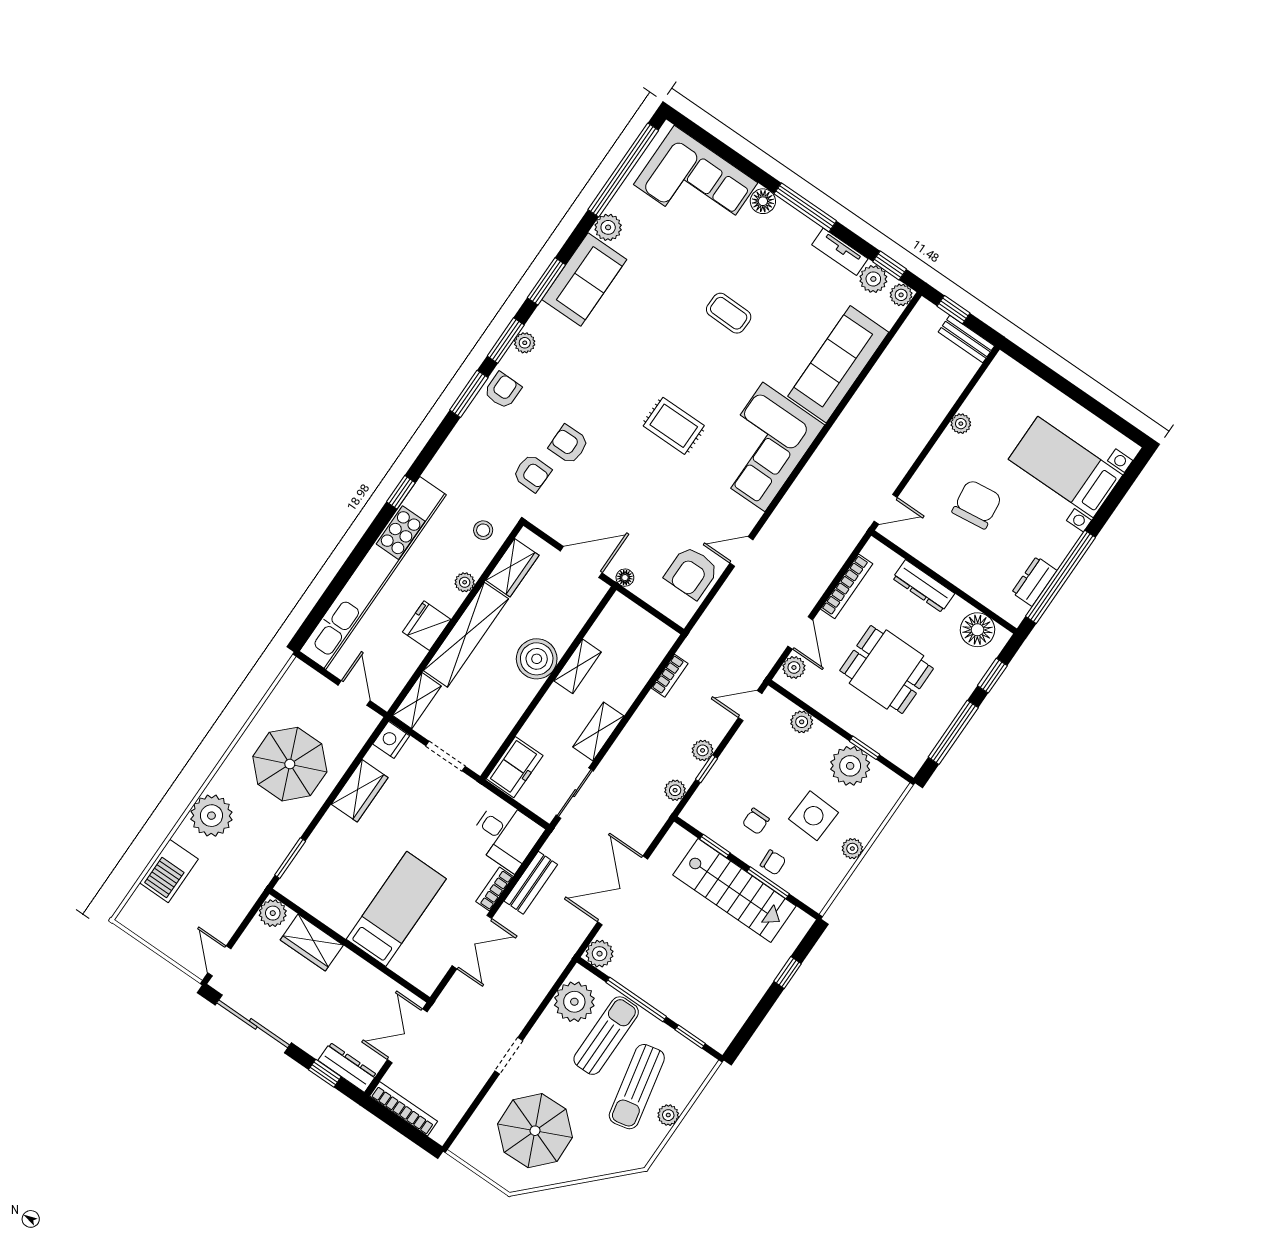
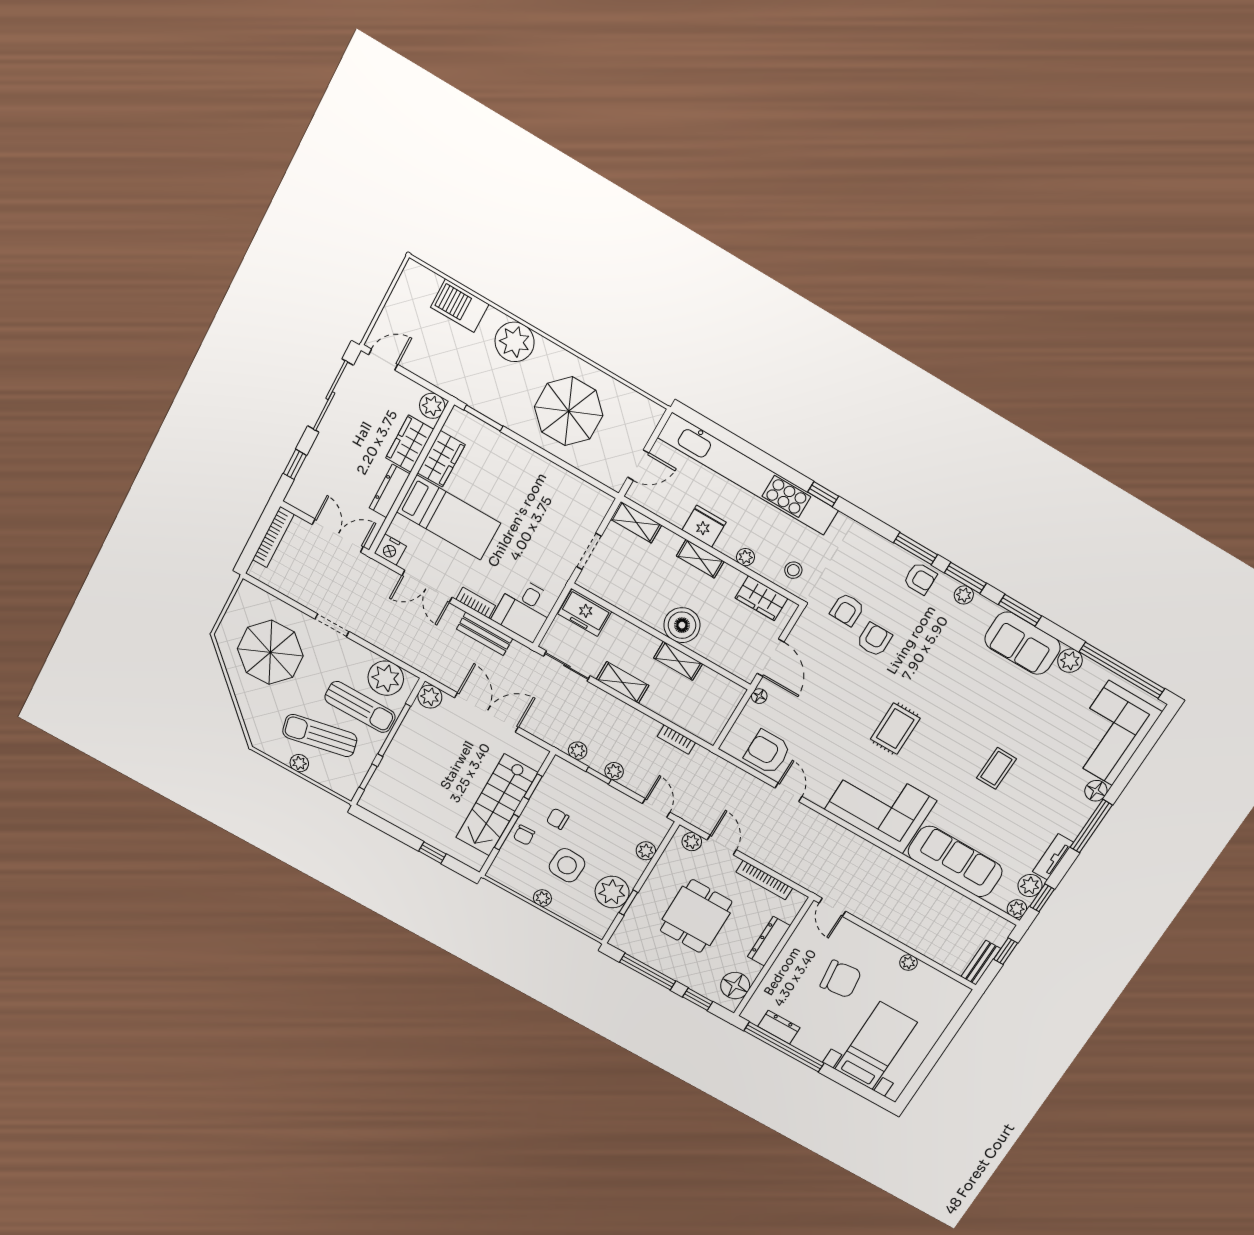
door: (800, 633) -> (722, 845), swing flipped
shelving: (466, 635) -> (700, 559), width x0.45, depth x0.75
nightstand: (391, 740) -> (390, 550), moved, turned 180
wardrobe: (360, 791) -> (441, 459), moved, turned -90
dresser: (347, 1067) -> (390, 491), moved, turned 180

